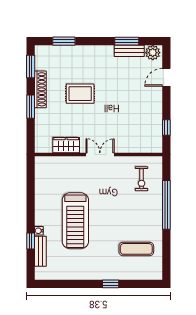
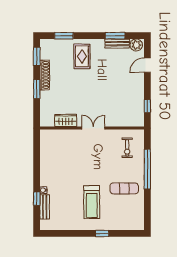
rug: (80, 94) -> (82, 56), moved, turned 90
treadmill: (75, 221) -> (92, 202), moved, width x0.73, depth x0.73
exercise mat: (136, 249) -> (124, 188), moved

